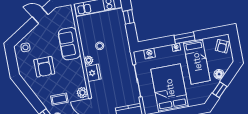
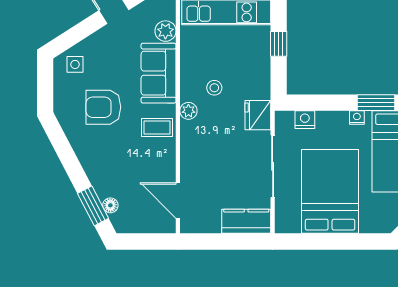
armchair: (44, 67) -> (103, 107), turned 90
fridge: (93, 73) -> (258, 115), moved, turned 180
plant: (82, 93) -> (165, 31), moved
coffee table: (59, 99) -> (157, 128), moved

